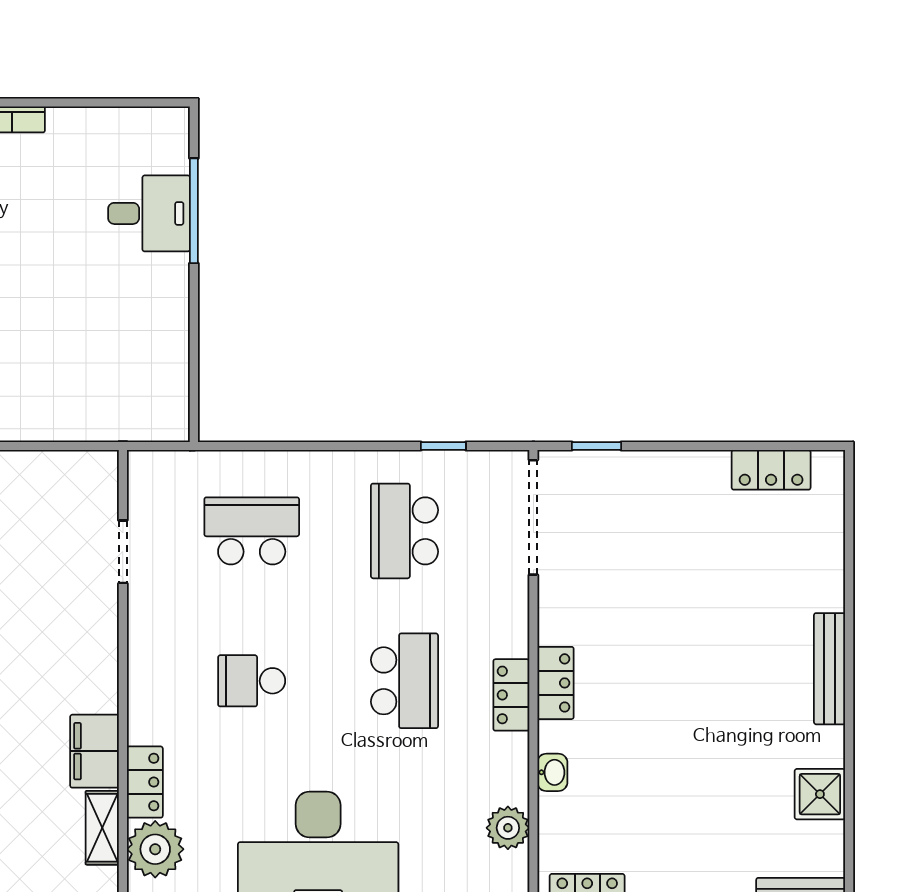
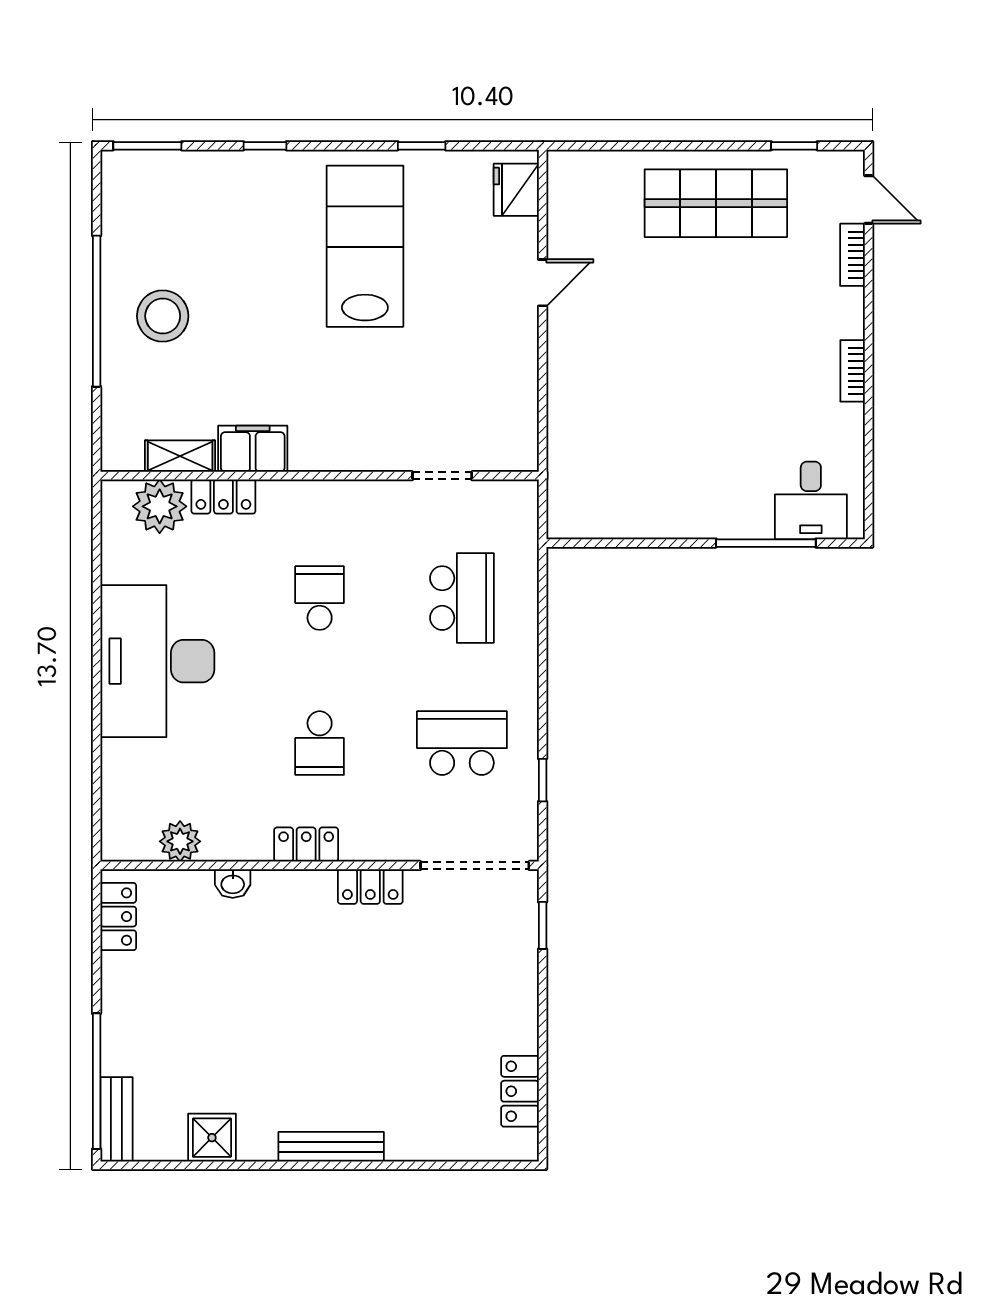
desk: (149, 213) -> (811, 500), moved
school desk: (404, 681) -> (320, 743), width x0.54
locker: (555, 683) -> (370, 887), moved

